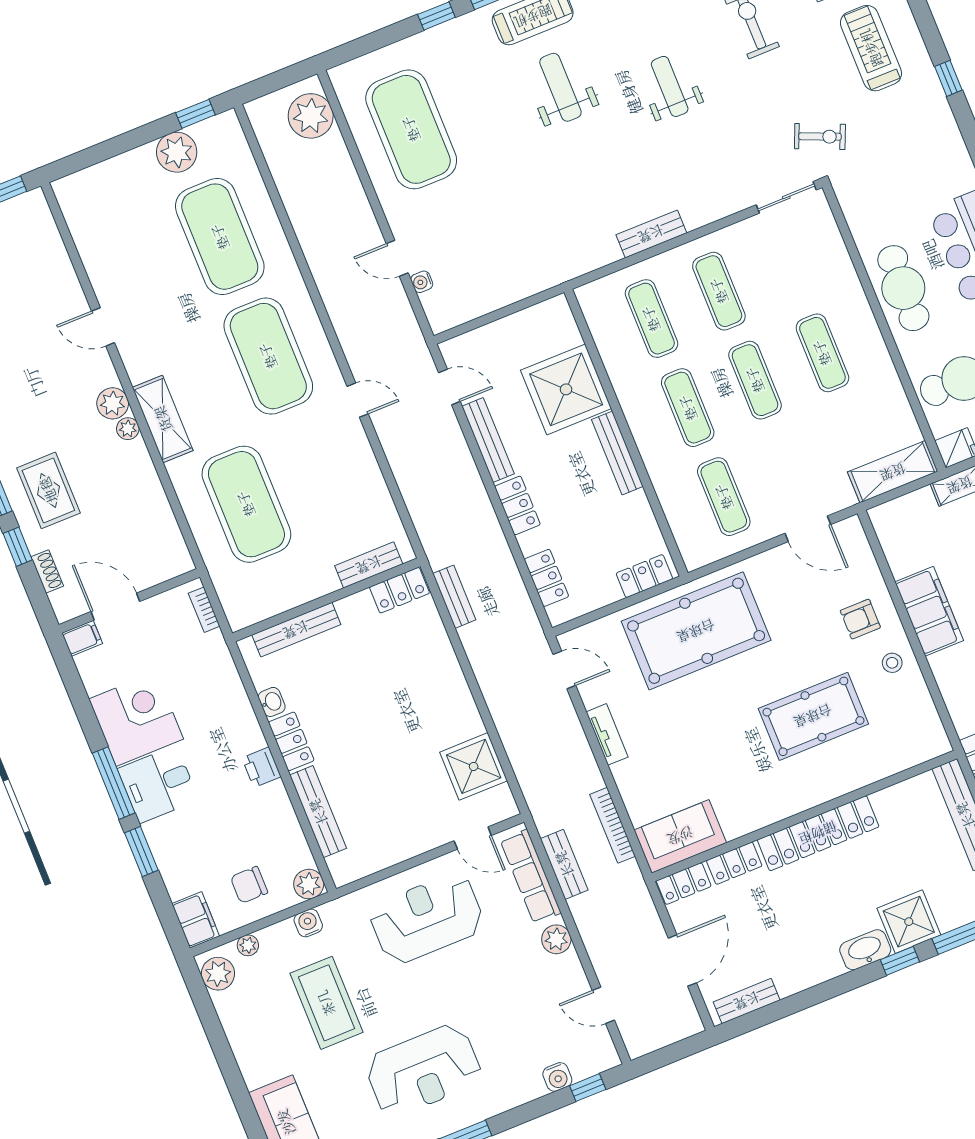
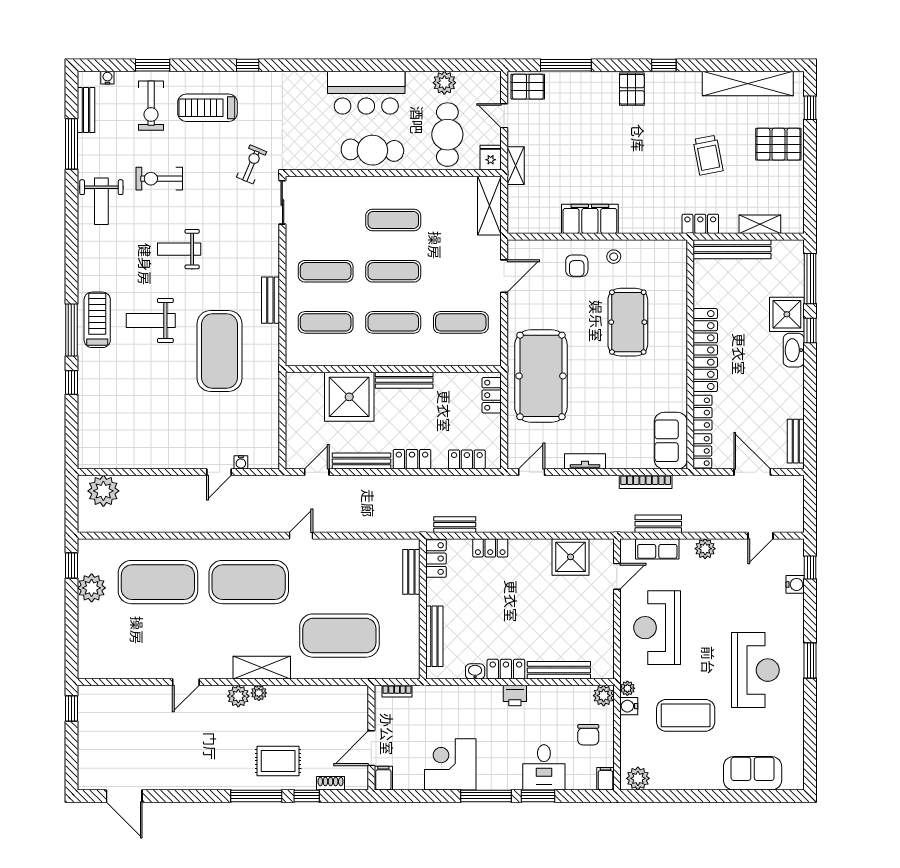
exercise mat: (411, 129) -> (219, 351), moved, turned 90
locker: (443, 656) -> (490, 548), added
desk: (158, 784) -> (544, 767), moved
row of seats: (531, 876) -> (657, 549), width x0.68
filing cabinet: (196, 920) -> (606, 779), width x0.50
plant: (248, 945) -> (627, 688), moved

